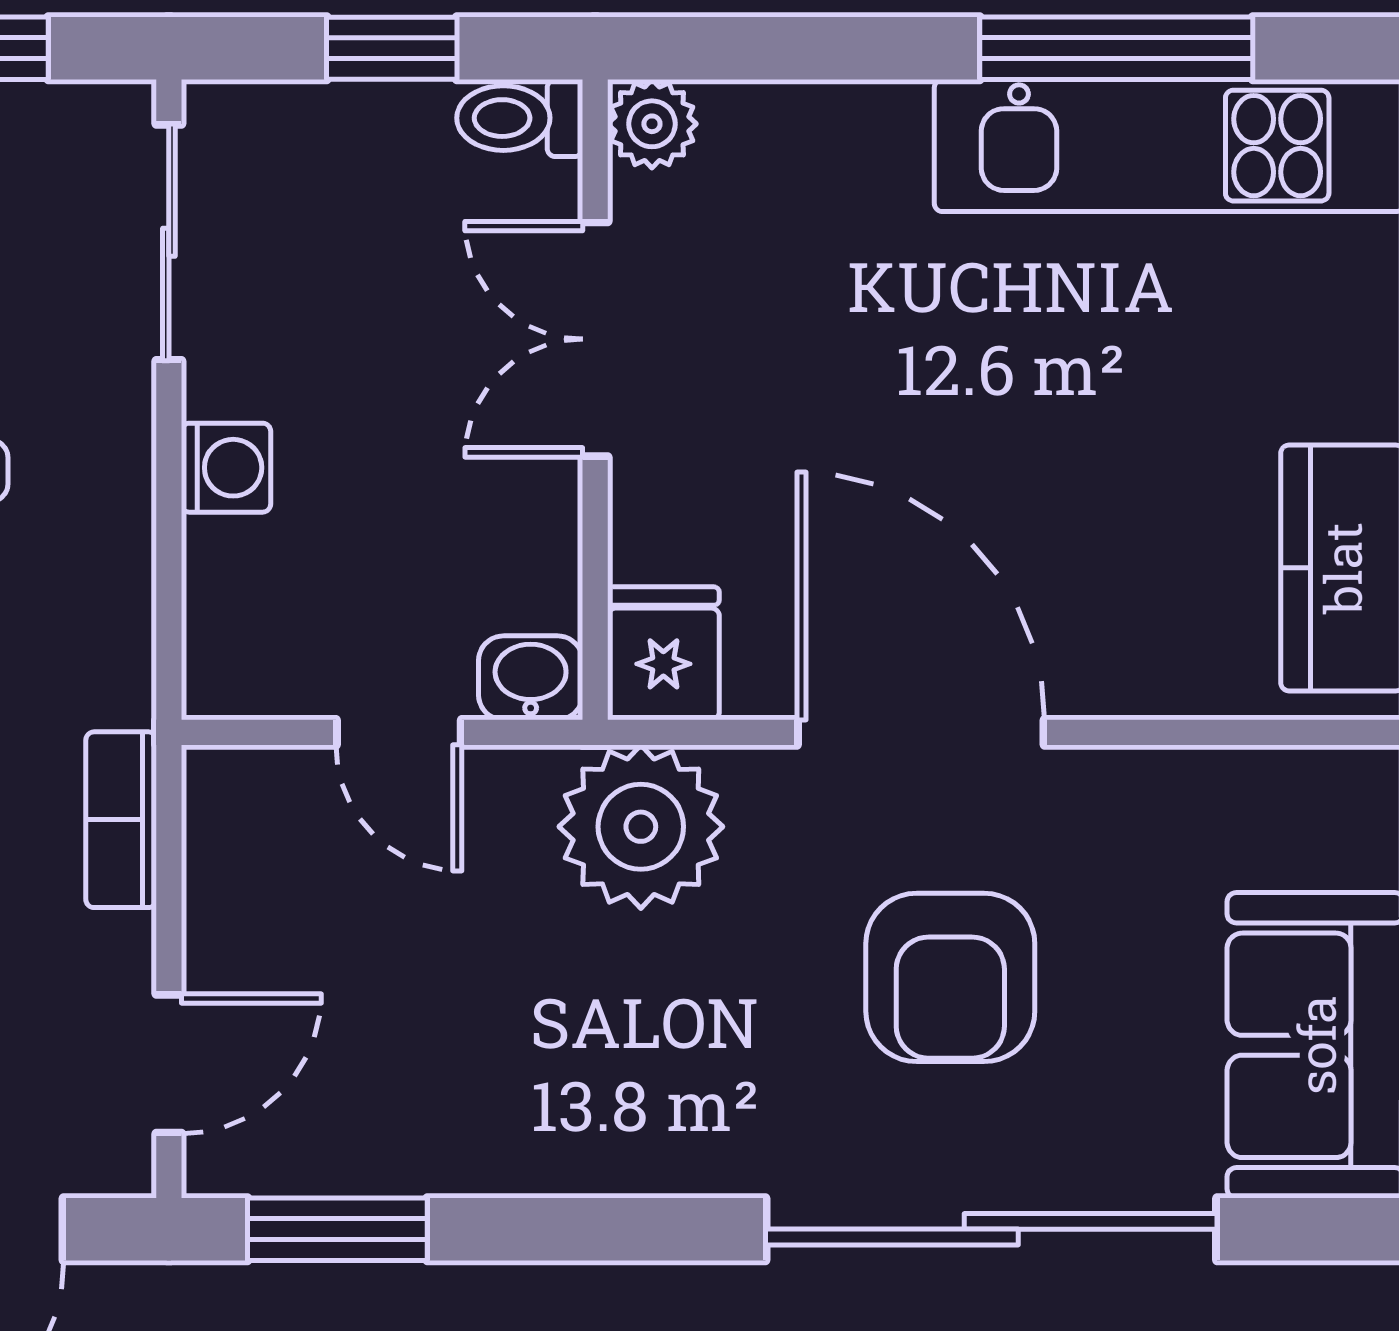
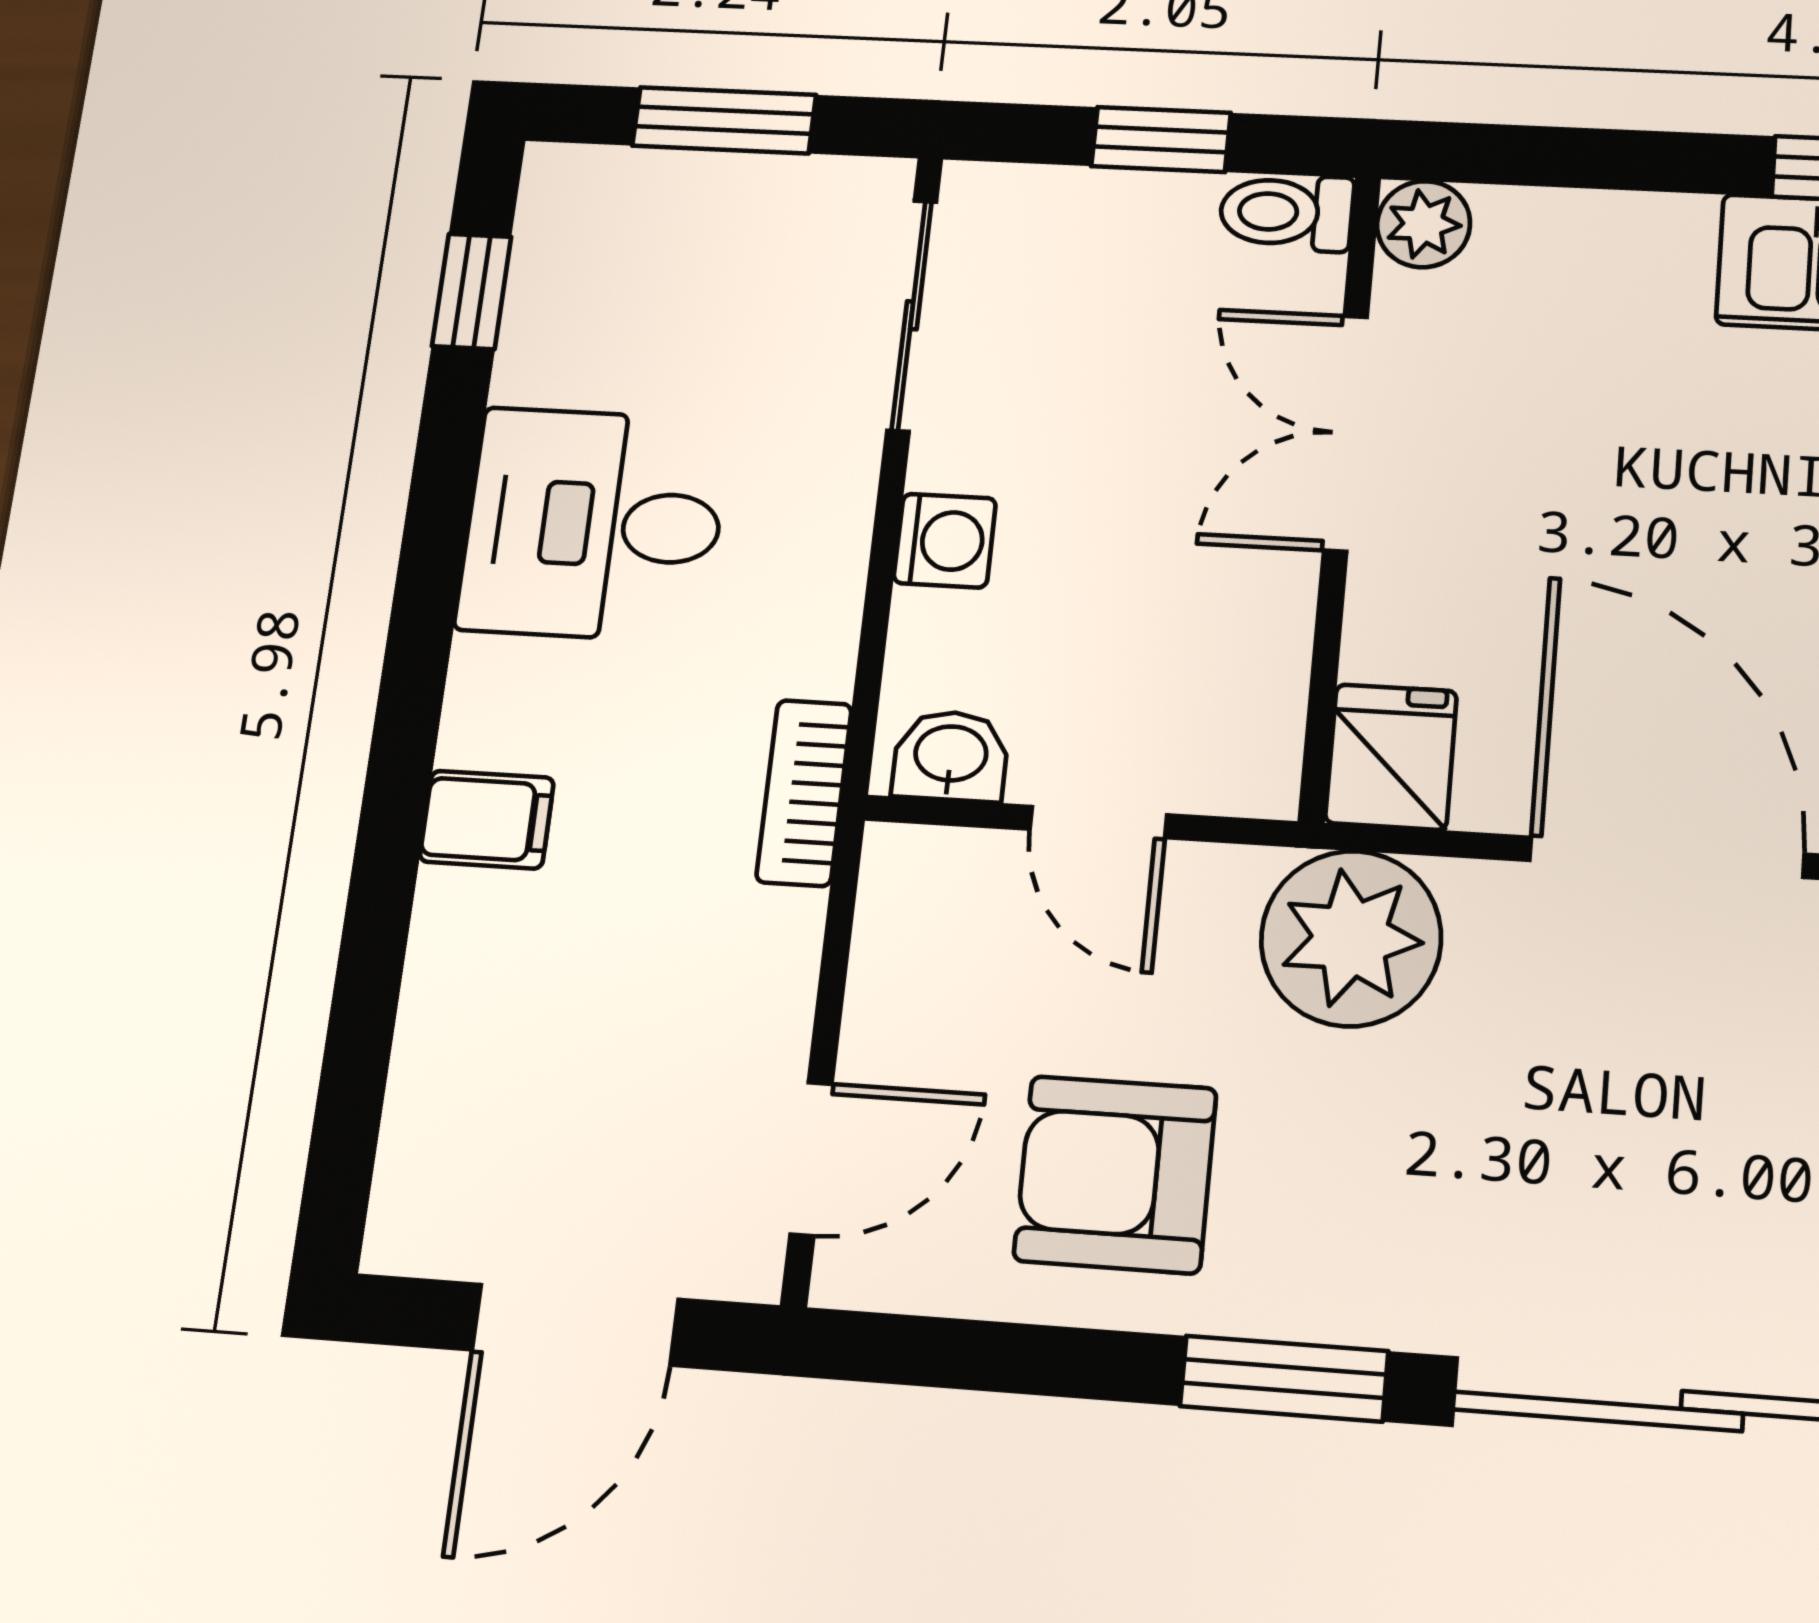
washbasin: (531, 678) -> (951, 756), moved
bookcase: (121, 820) -> (804, 793), moved
armchair: (950, 977) -> (1115, 1174), moved, turned 90
window: (337, 1229) -> (1284, 1379), moved

